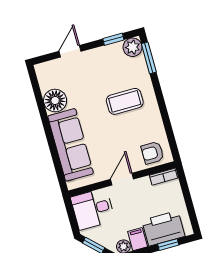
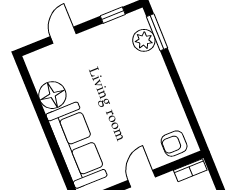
plant: (133, 47) -> (144, 40), moved
coffee table: (125, 101) -> (134, 87), removed

